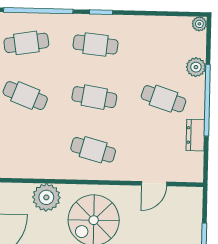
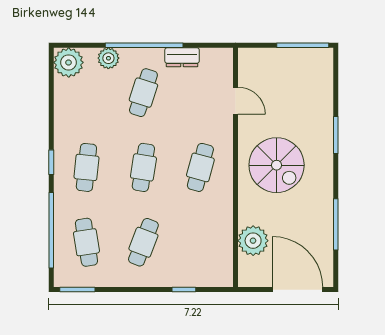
plant: (199, 24) -> (69, 62), width x1.88, depth x1.88
plant: (46, 197) -> (253, 241), moved

